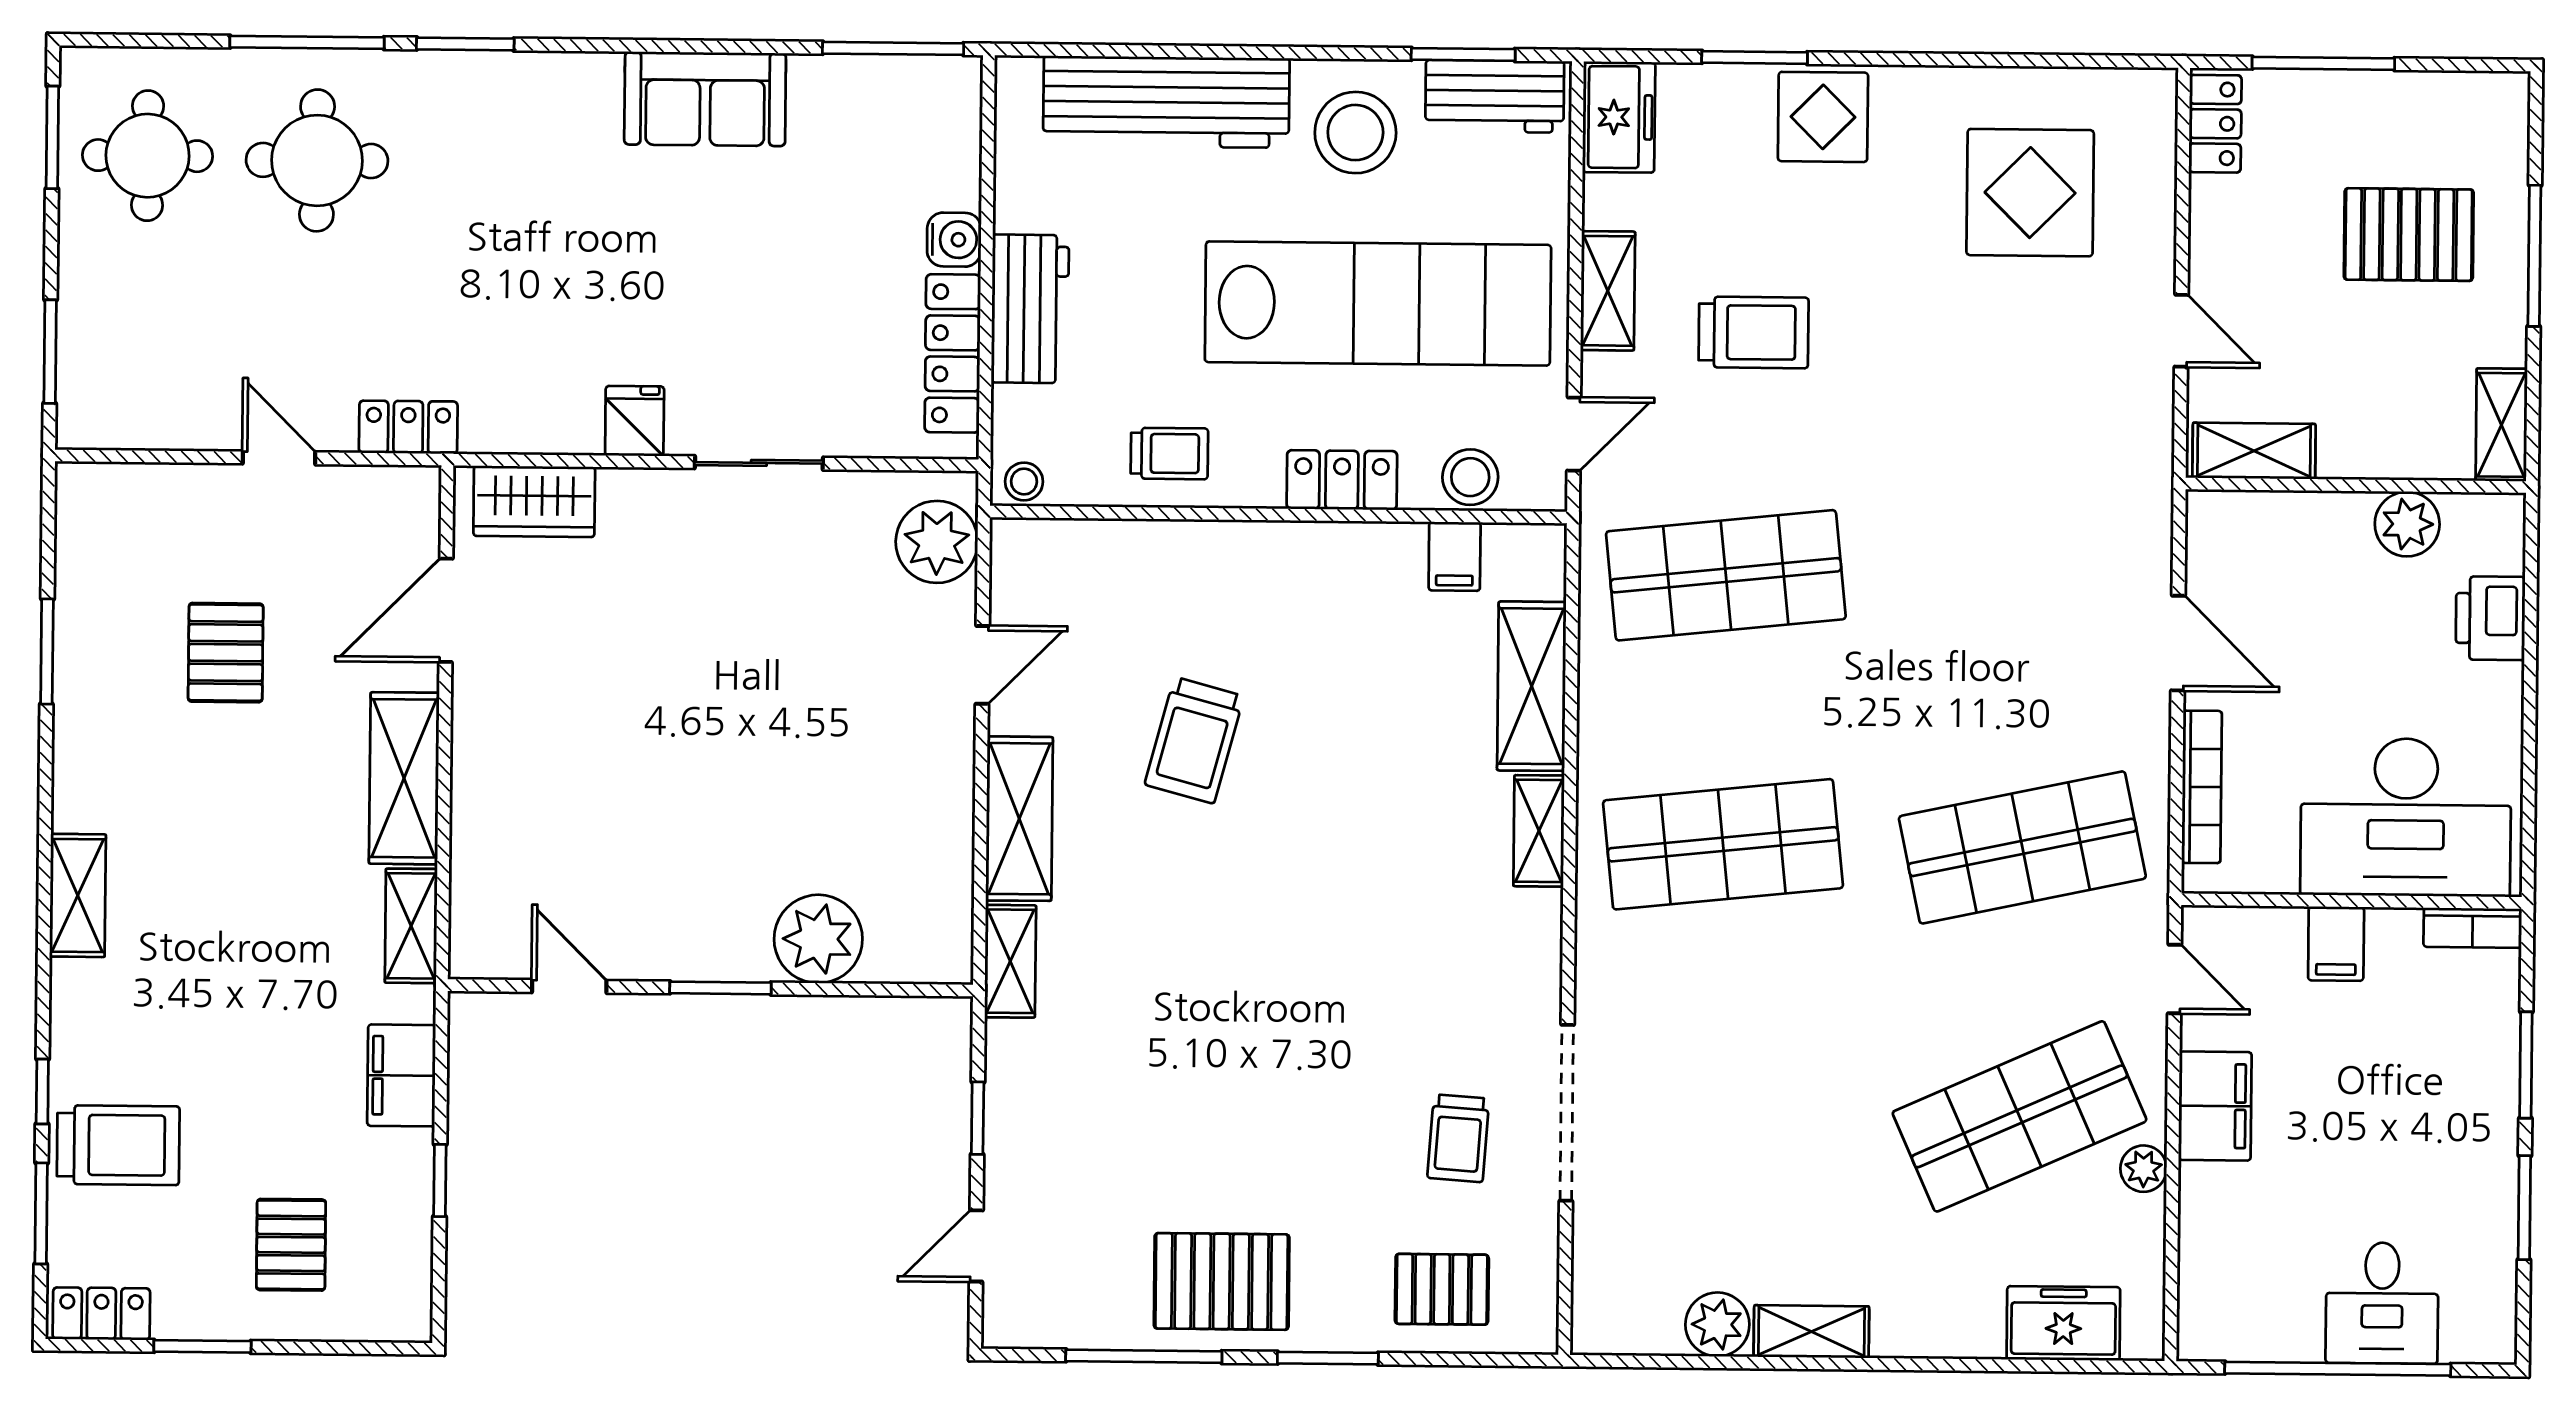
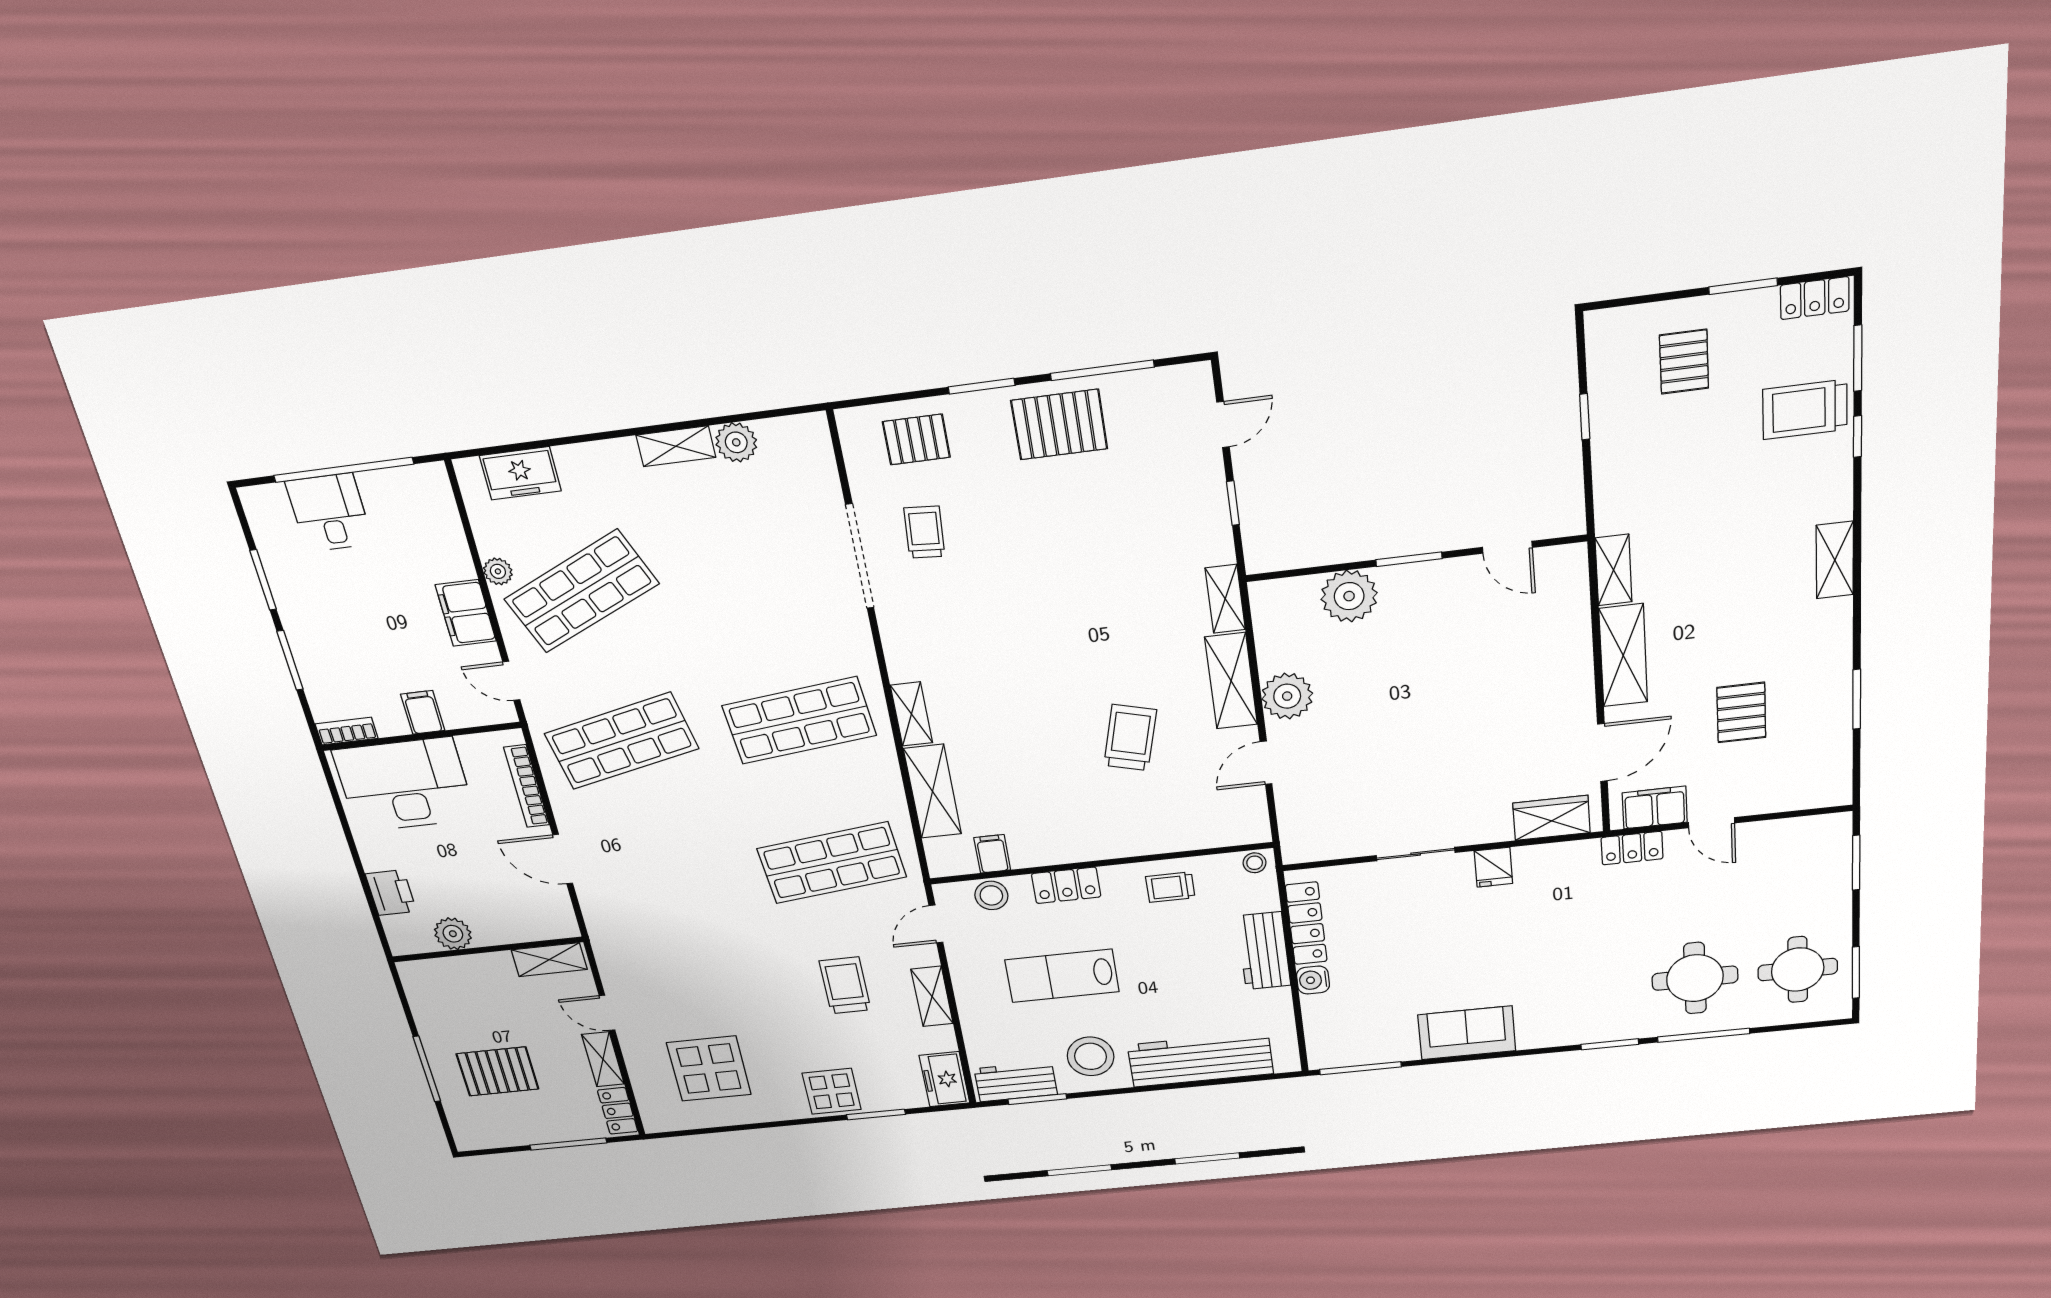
lab bench: (1378, 303) -> (1062, 976), width x0.54, depth x0.72
trolley: (1754, 332) -> (845, 985), turned 90
shelving: (2501, 425) -> (603, 1059), moved
plant: (937, 542) -> (1287, 696), moved
filing cabinet: (401, 1075) -> (1655, 808), moved, turned -90

